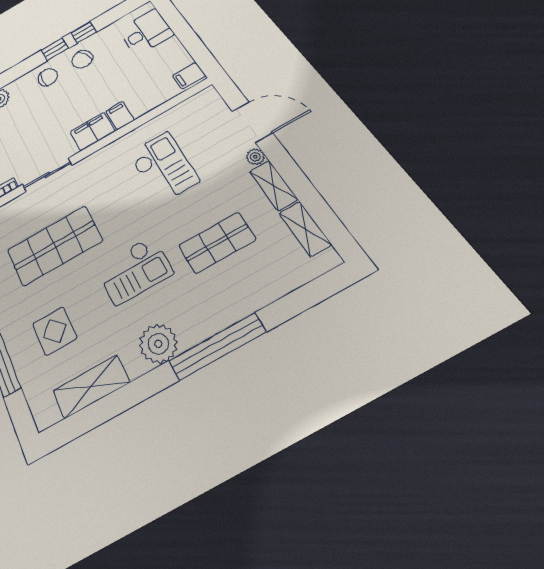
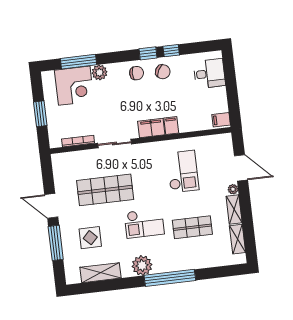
chair: (82, 59) -> (163, 72), turned -123

